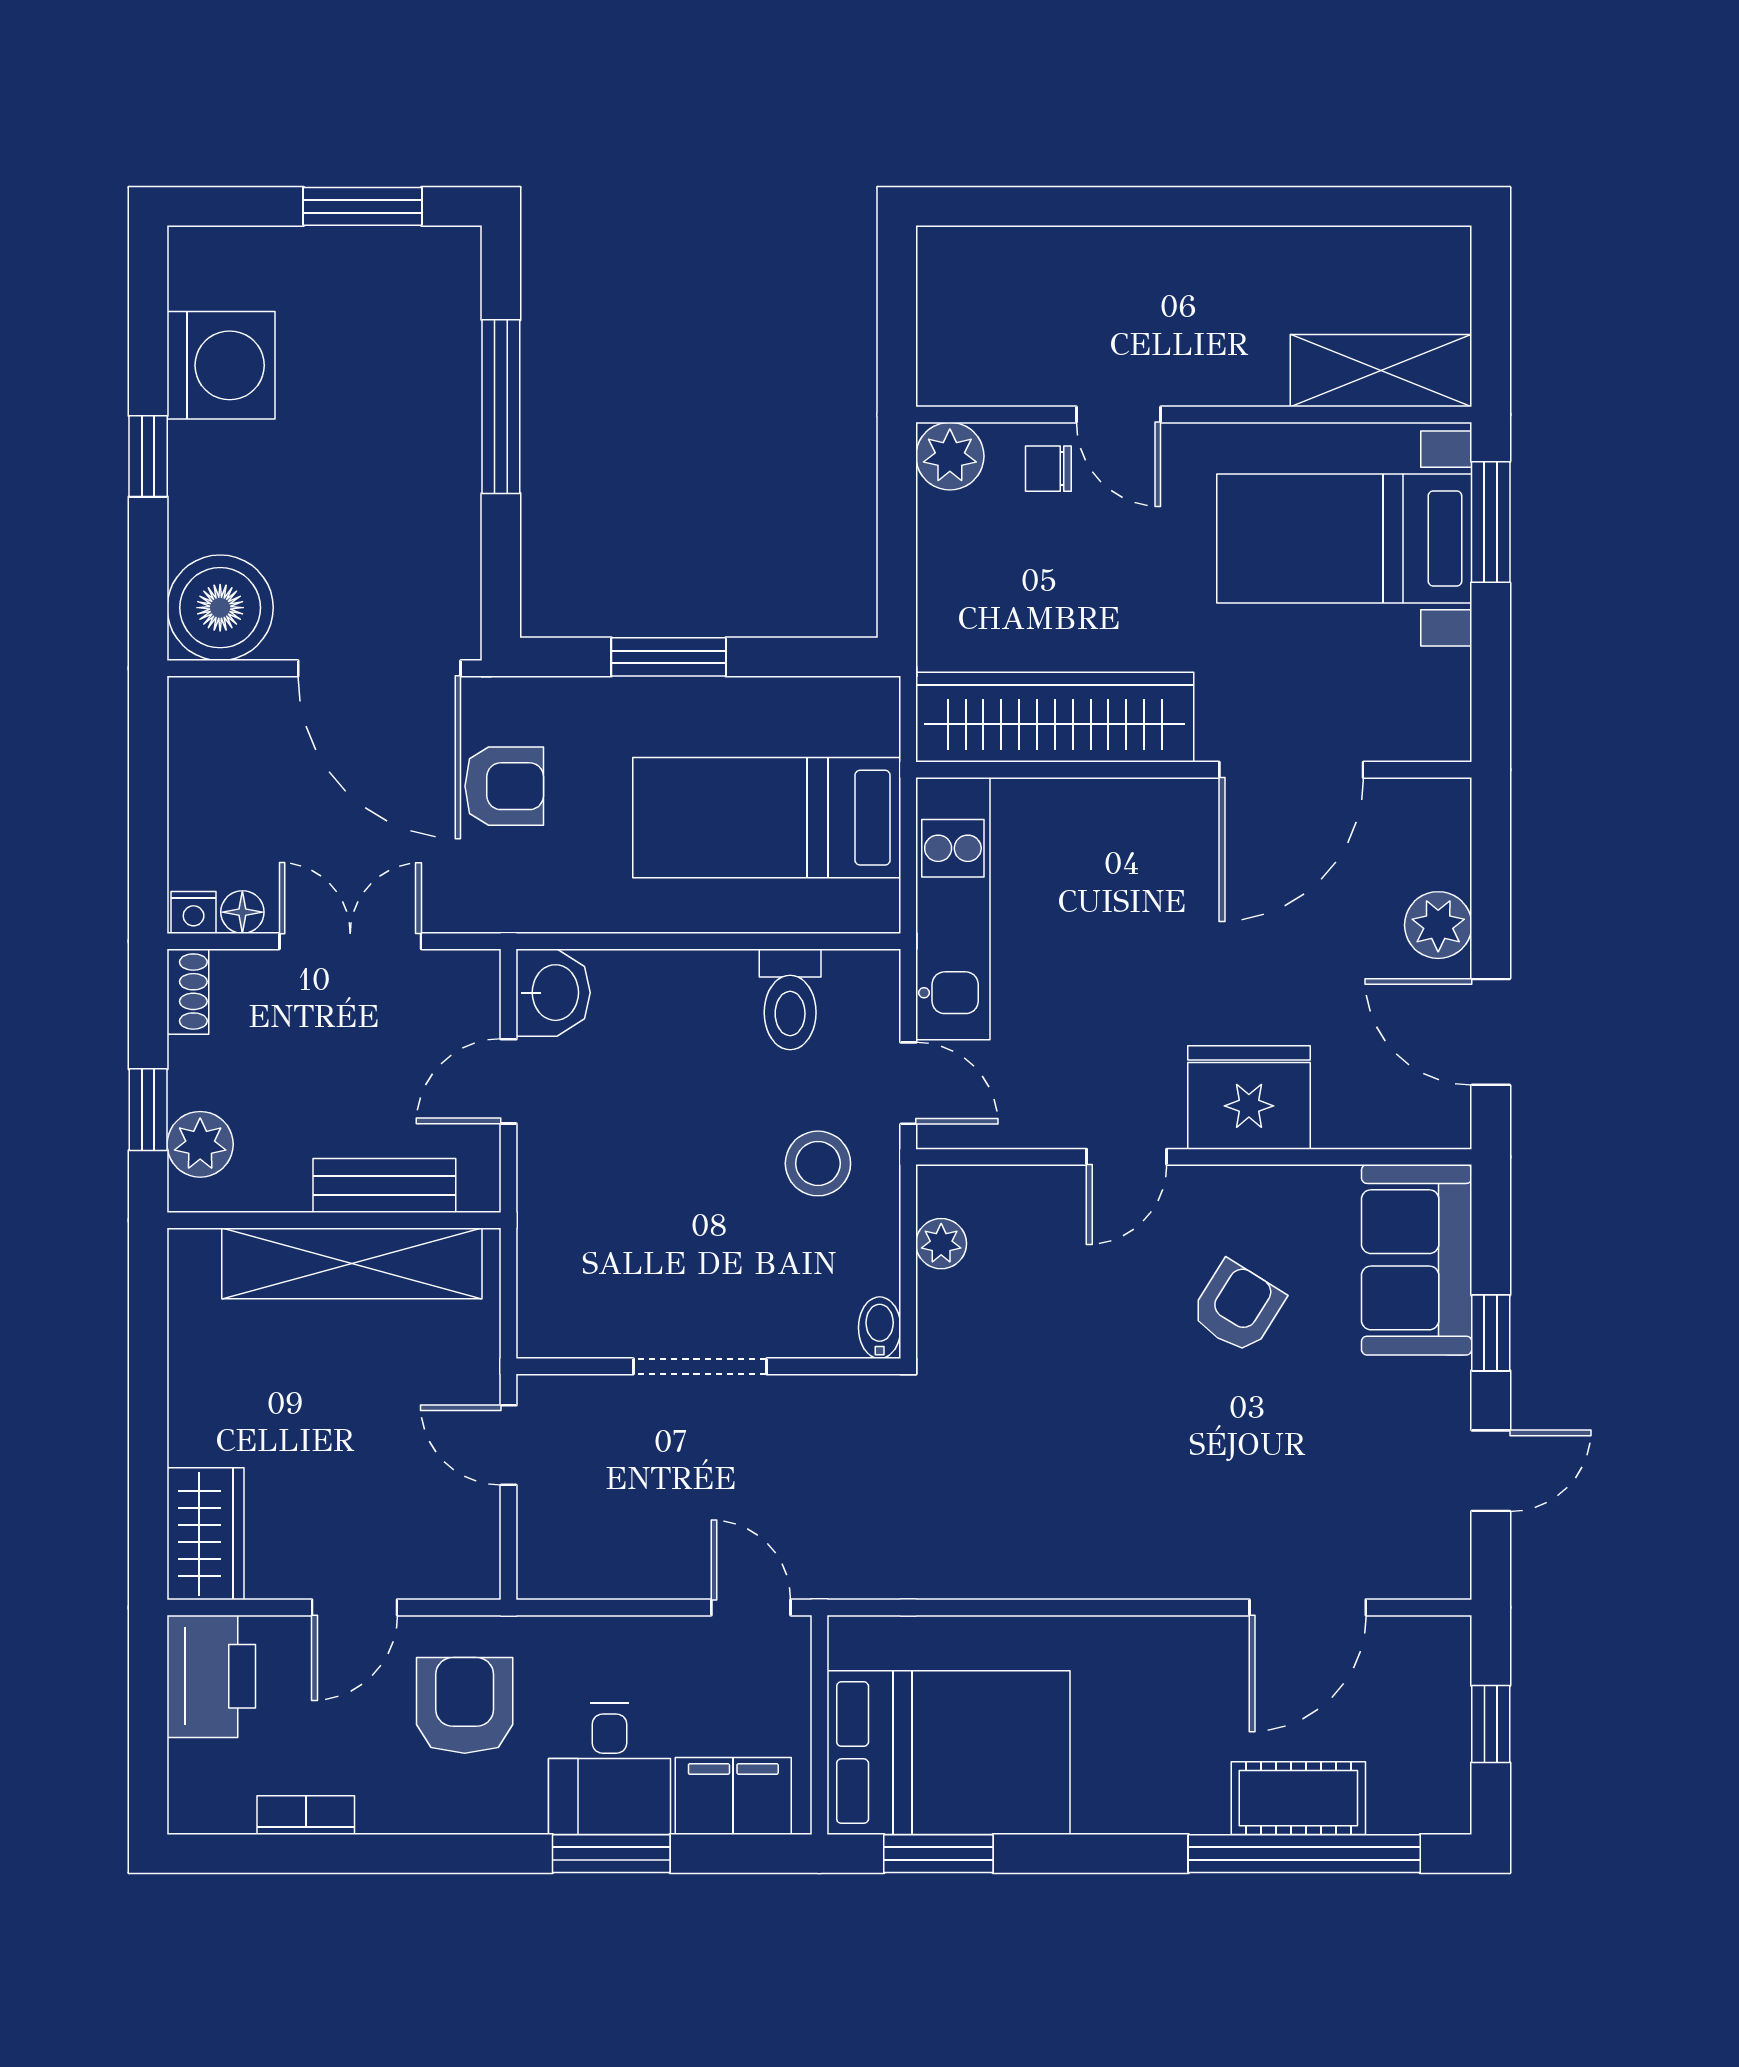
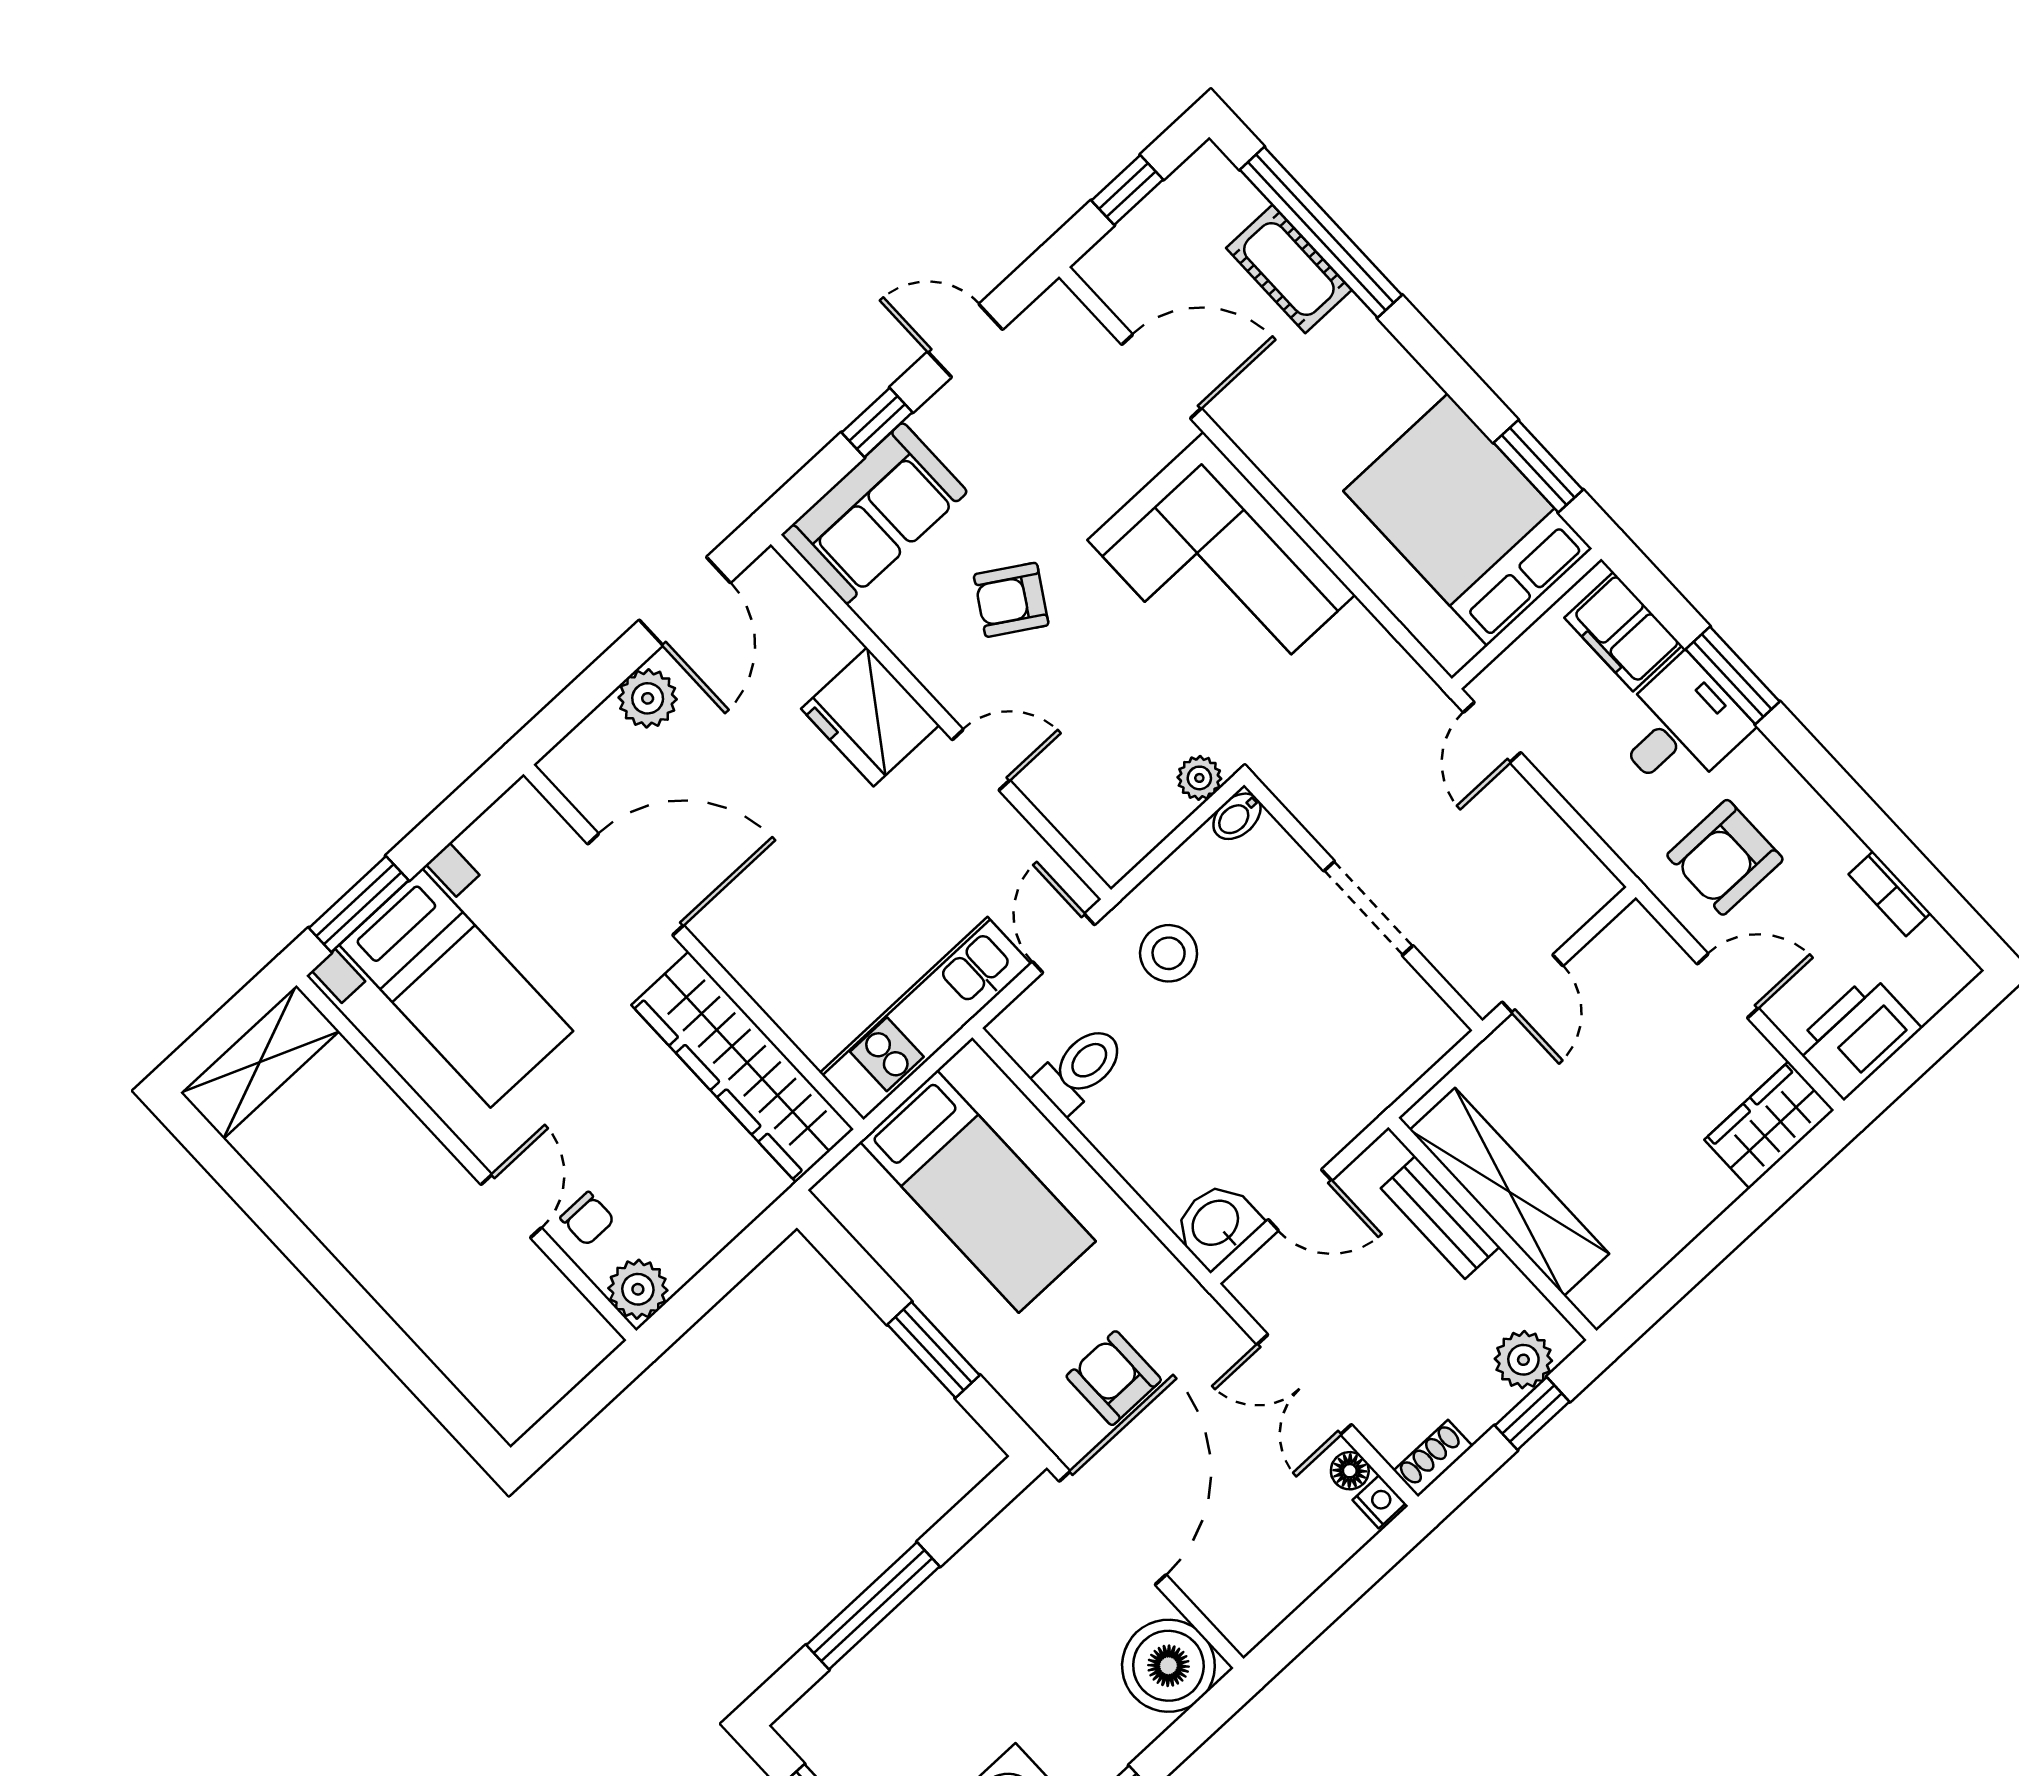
shelving: (1381, 371) -> (260, 1062), moved, turned 90
plant: (941, 1244) -> (1199, 778), moved
corner sofa: (1101, 1509) -> (1221, 567), added

